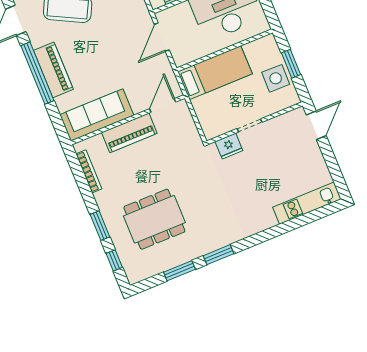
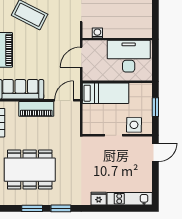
side table: (276, 78) -> (134, 125), moved
fridge: (229, 146) -> (99, 199), moved, turned 180
dining table: (154, 219) -> (30, 170), width x1.36, depth x1.24

